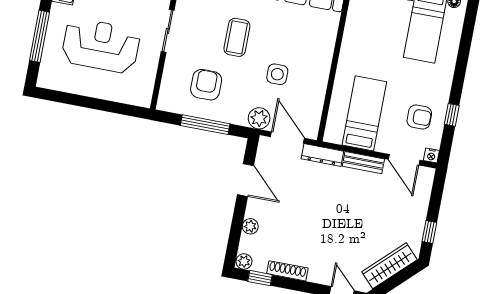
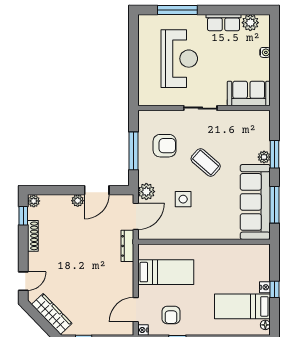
coffee table: (237, 37) -> (206, 163), turned 41
bench: (363, 163) -> (128, 279), removed
plant: (250, 226) -> (78, 201), moved

